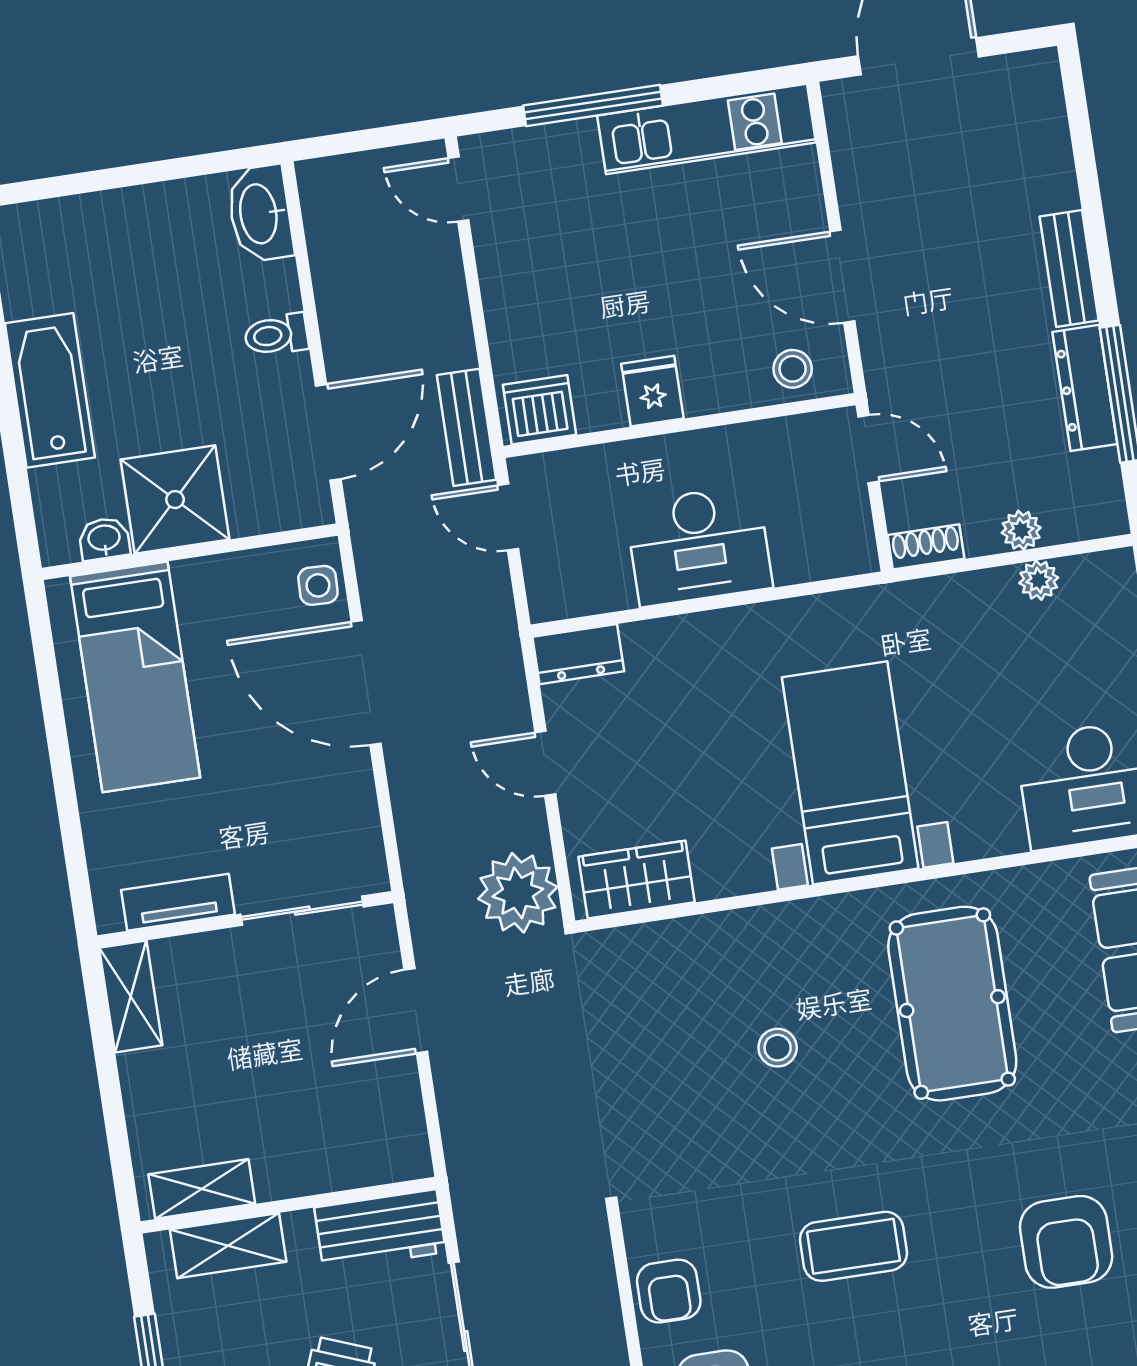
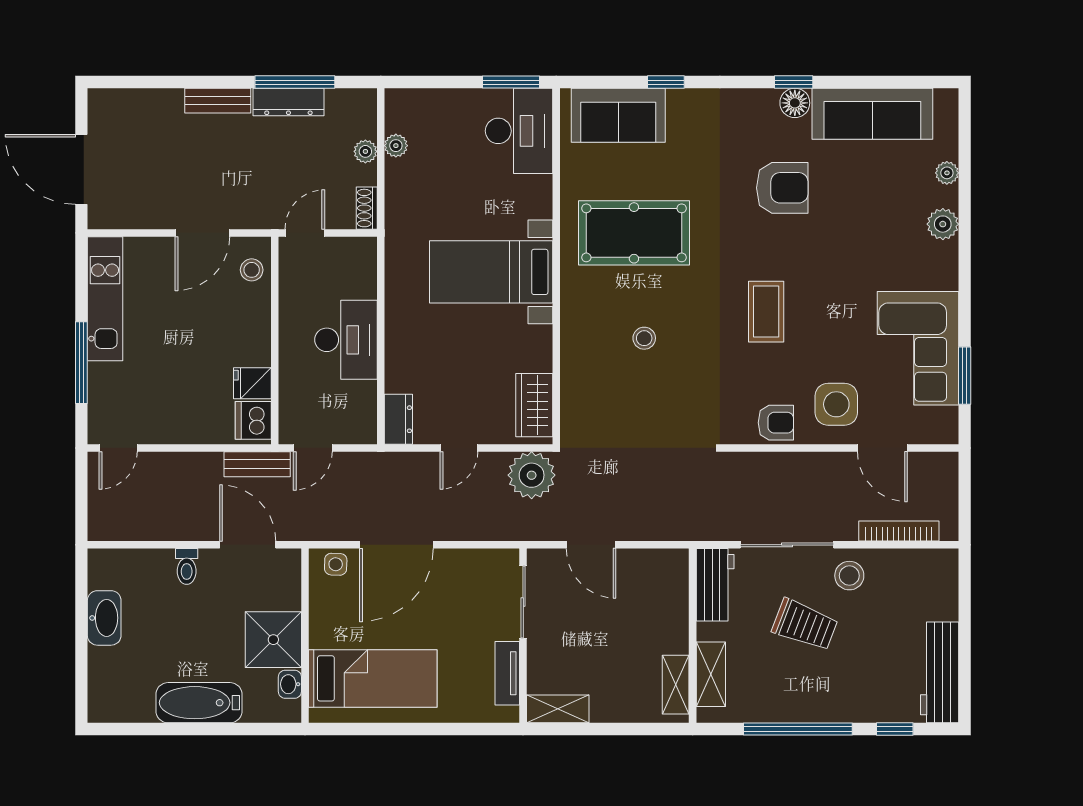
washbasin: (260, 214) -> (104, 618), moved, turned -90
fridge: (652, 391) -> (252, 383), moved

